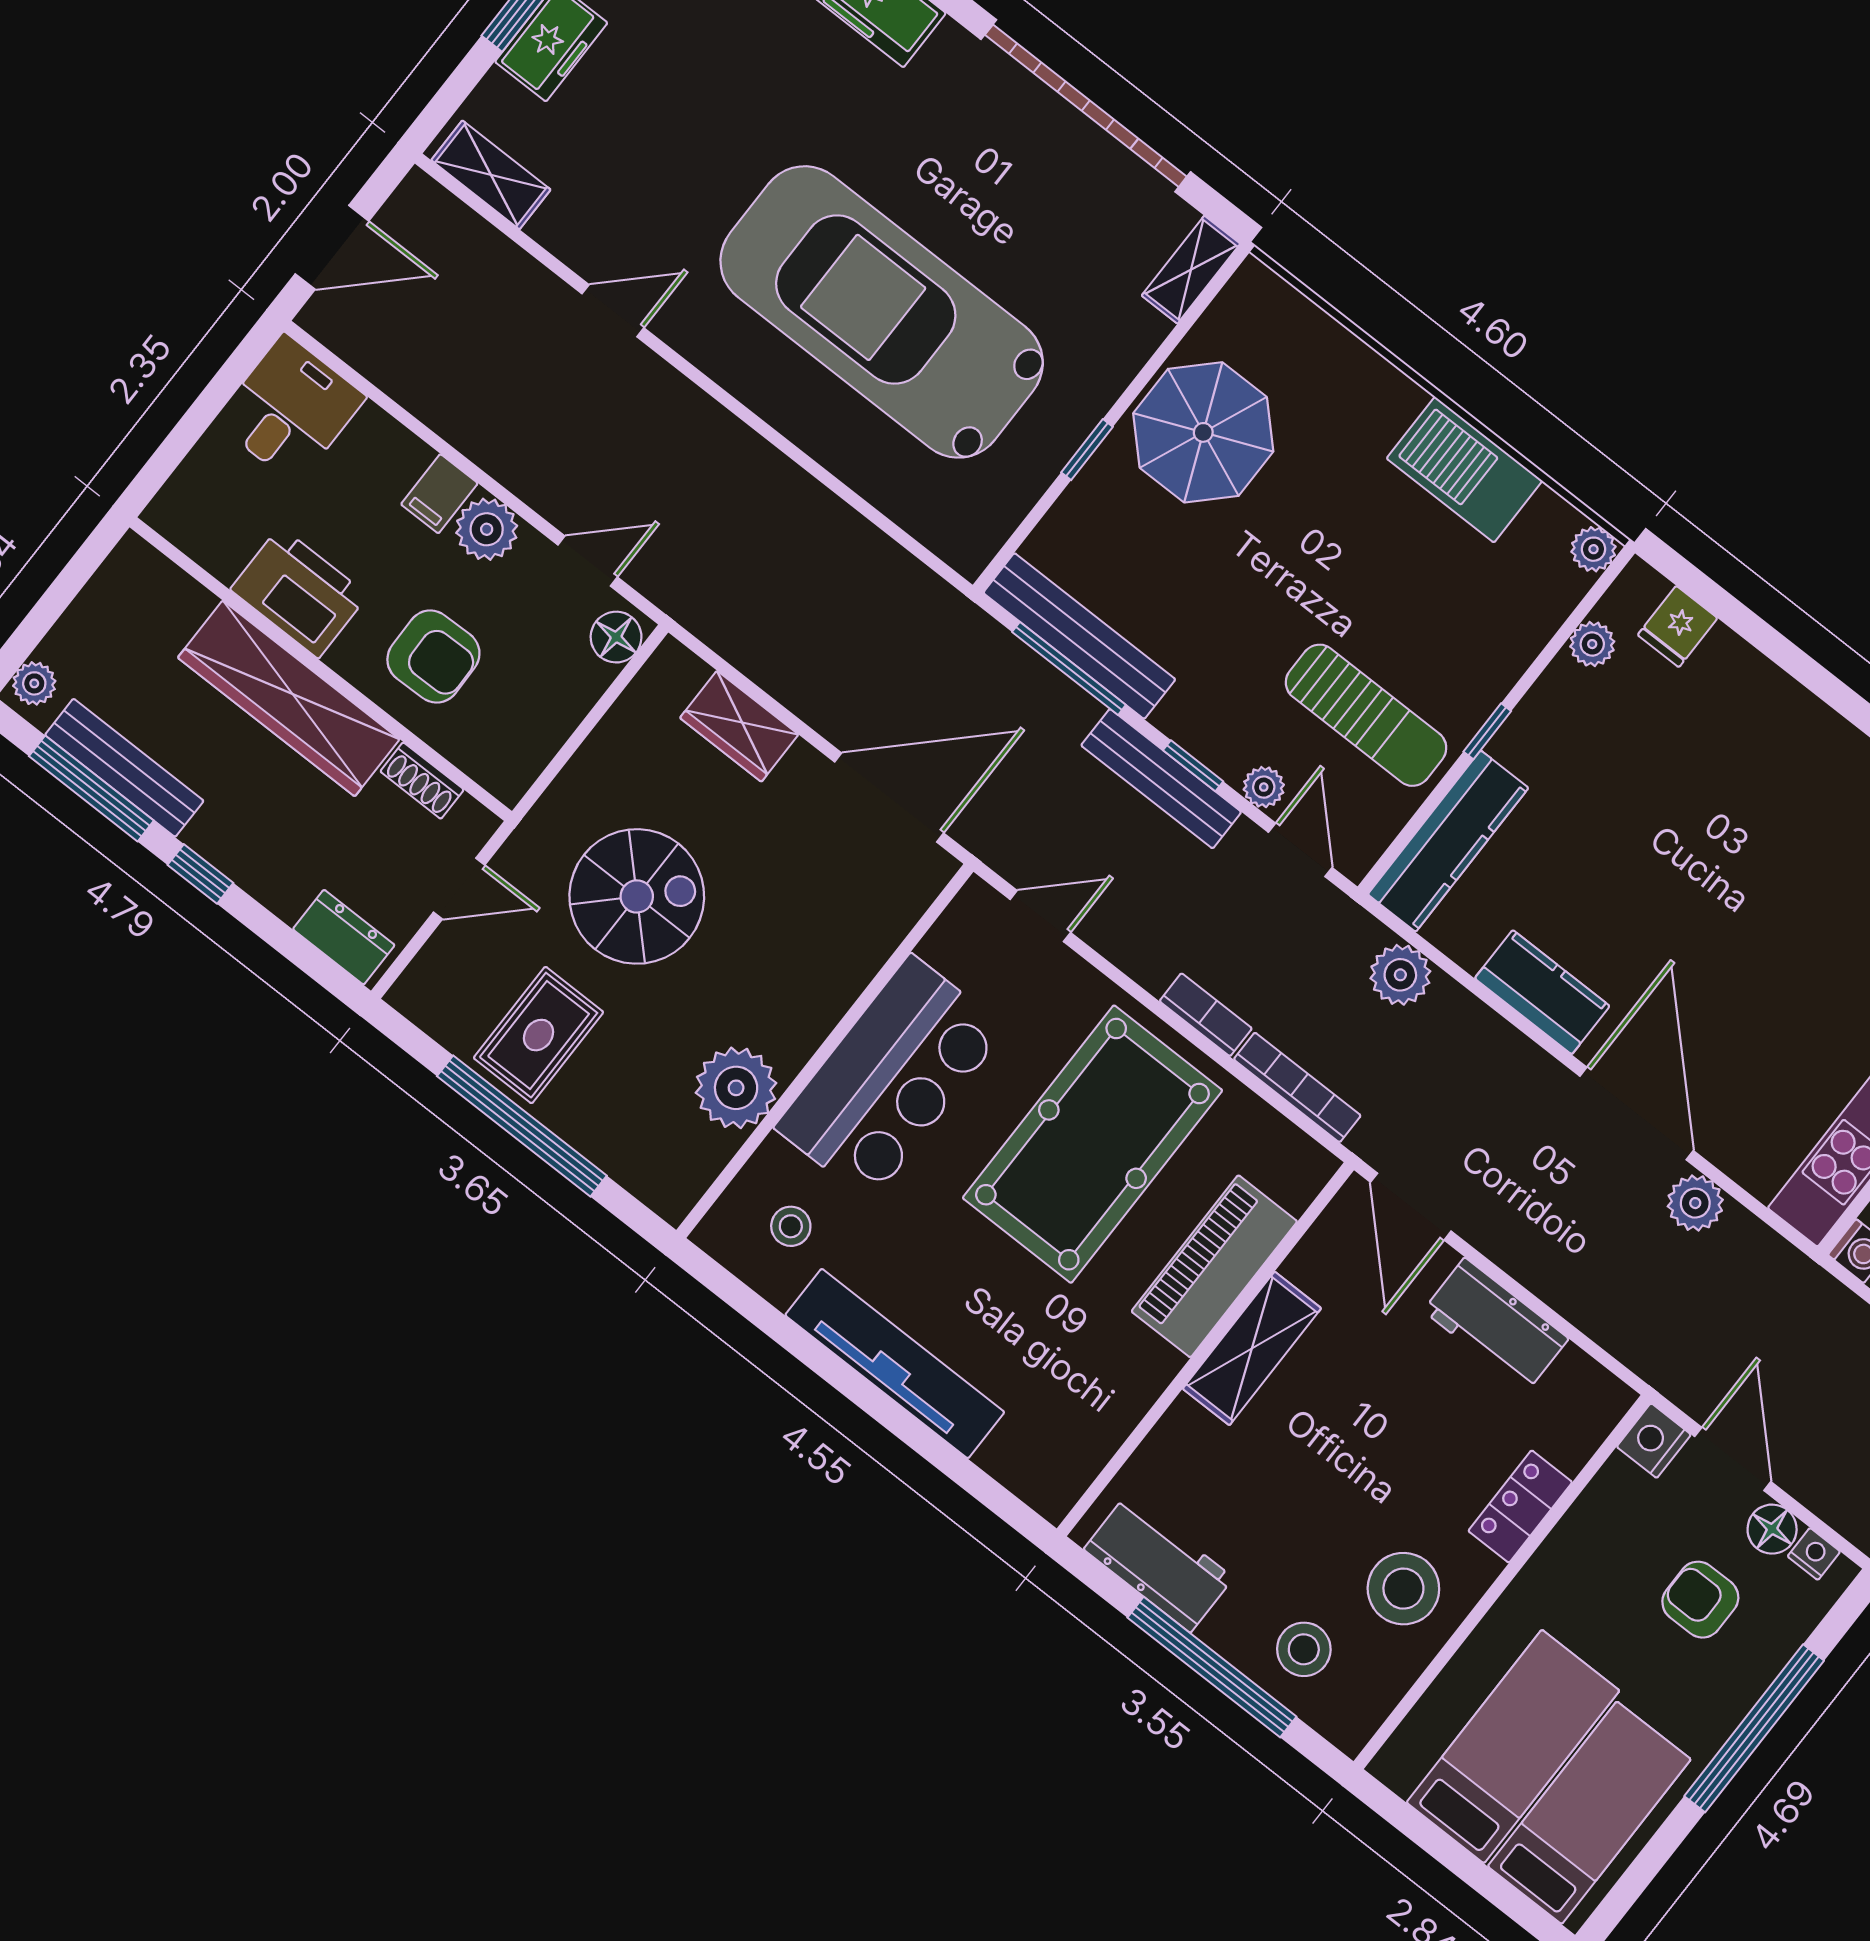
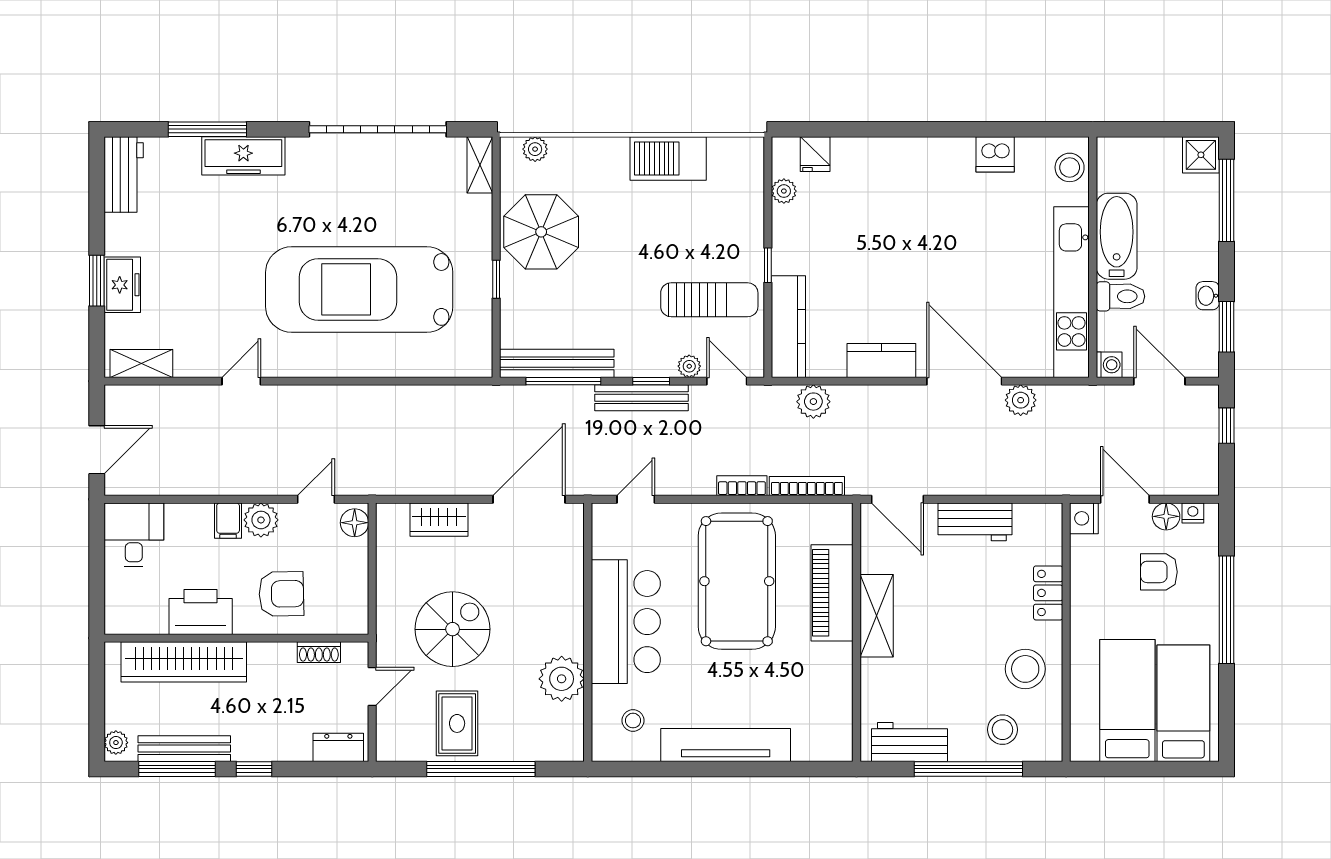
plant: (1593, 549) -> (535, 149), moved
wardrobe: (289, 698) -> (184, 662), moved

